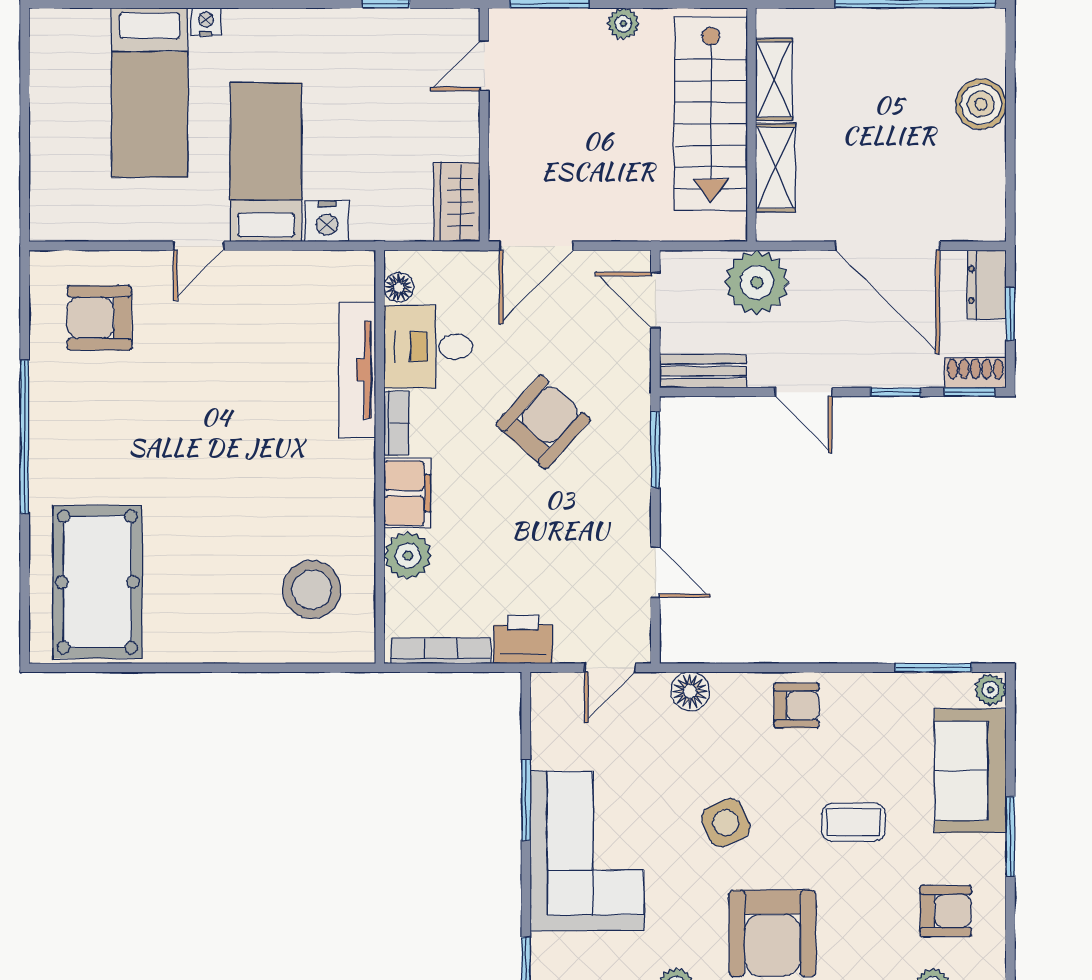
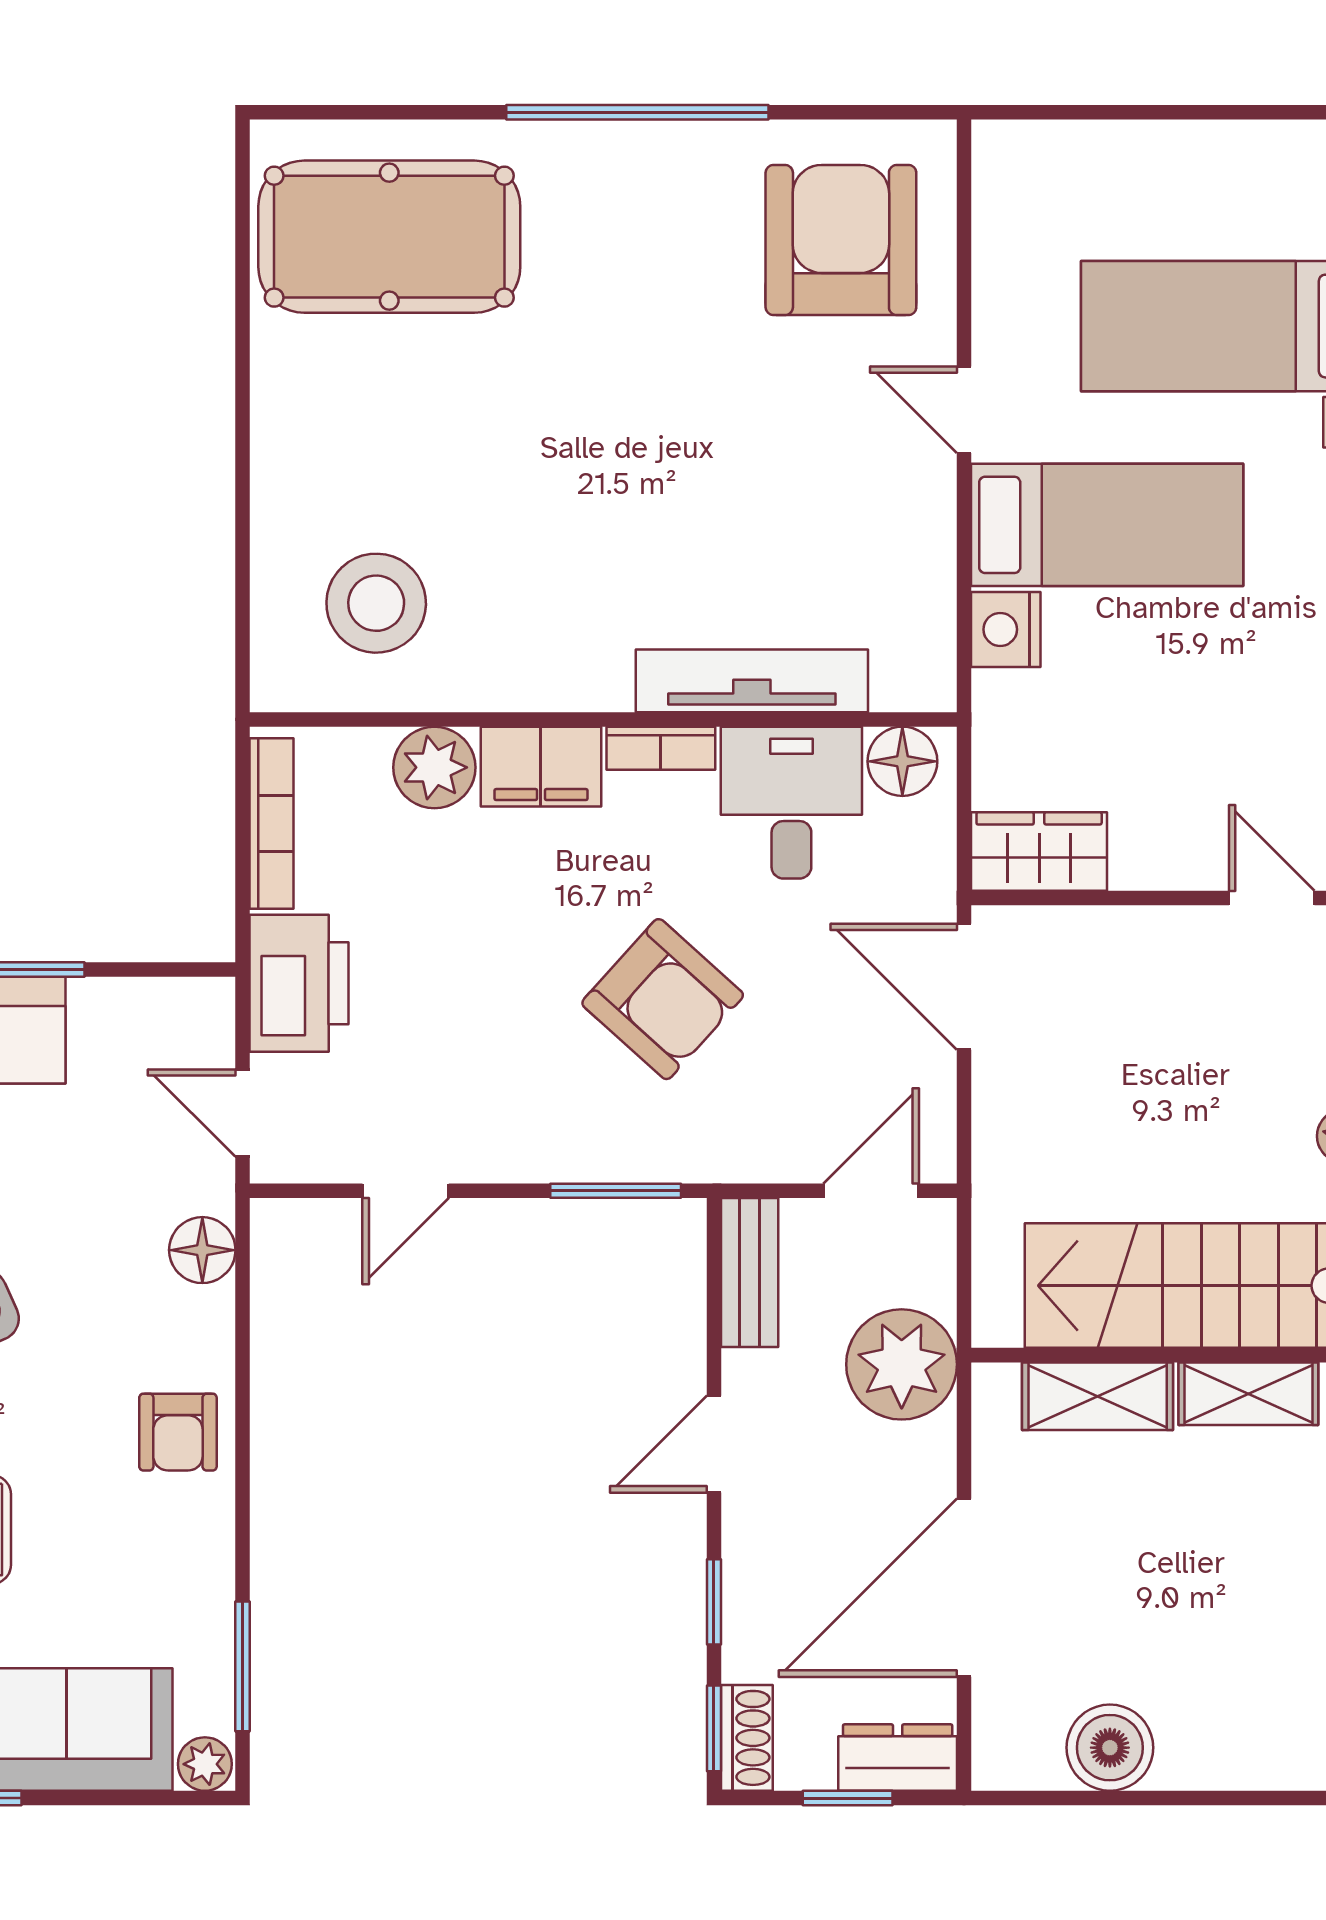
boiler: (981, 104) -> (1110, 1748), moved
floor lamp: (399, 287) -> (902, 761), width x1.37, depth x1.37
armchair: (99, 318) -> (841, 240), width x1.36, depth x1.36
printer: (523, 639) -> (299, 983), width x1.37, depth x1.19

